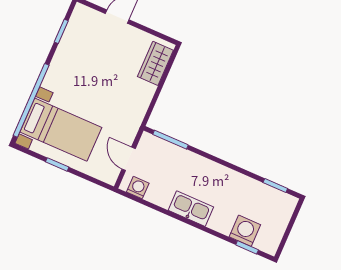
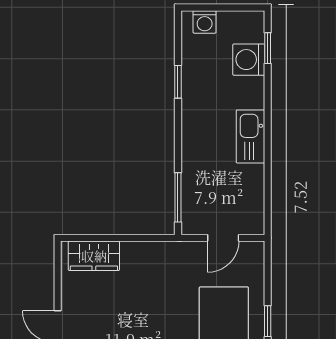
window: (275, 185) -> (178, 82), moved
washing machine: (138, 188) -> (205, 22), moved, turned -90

